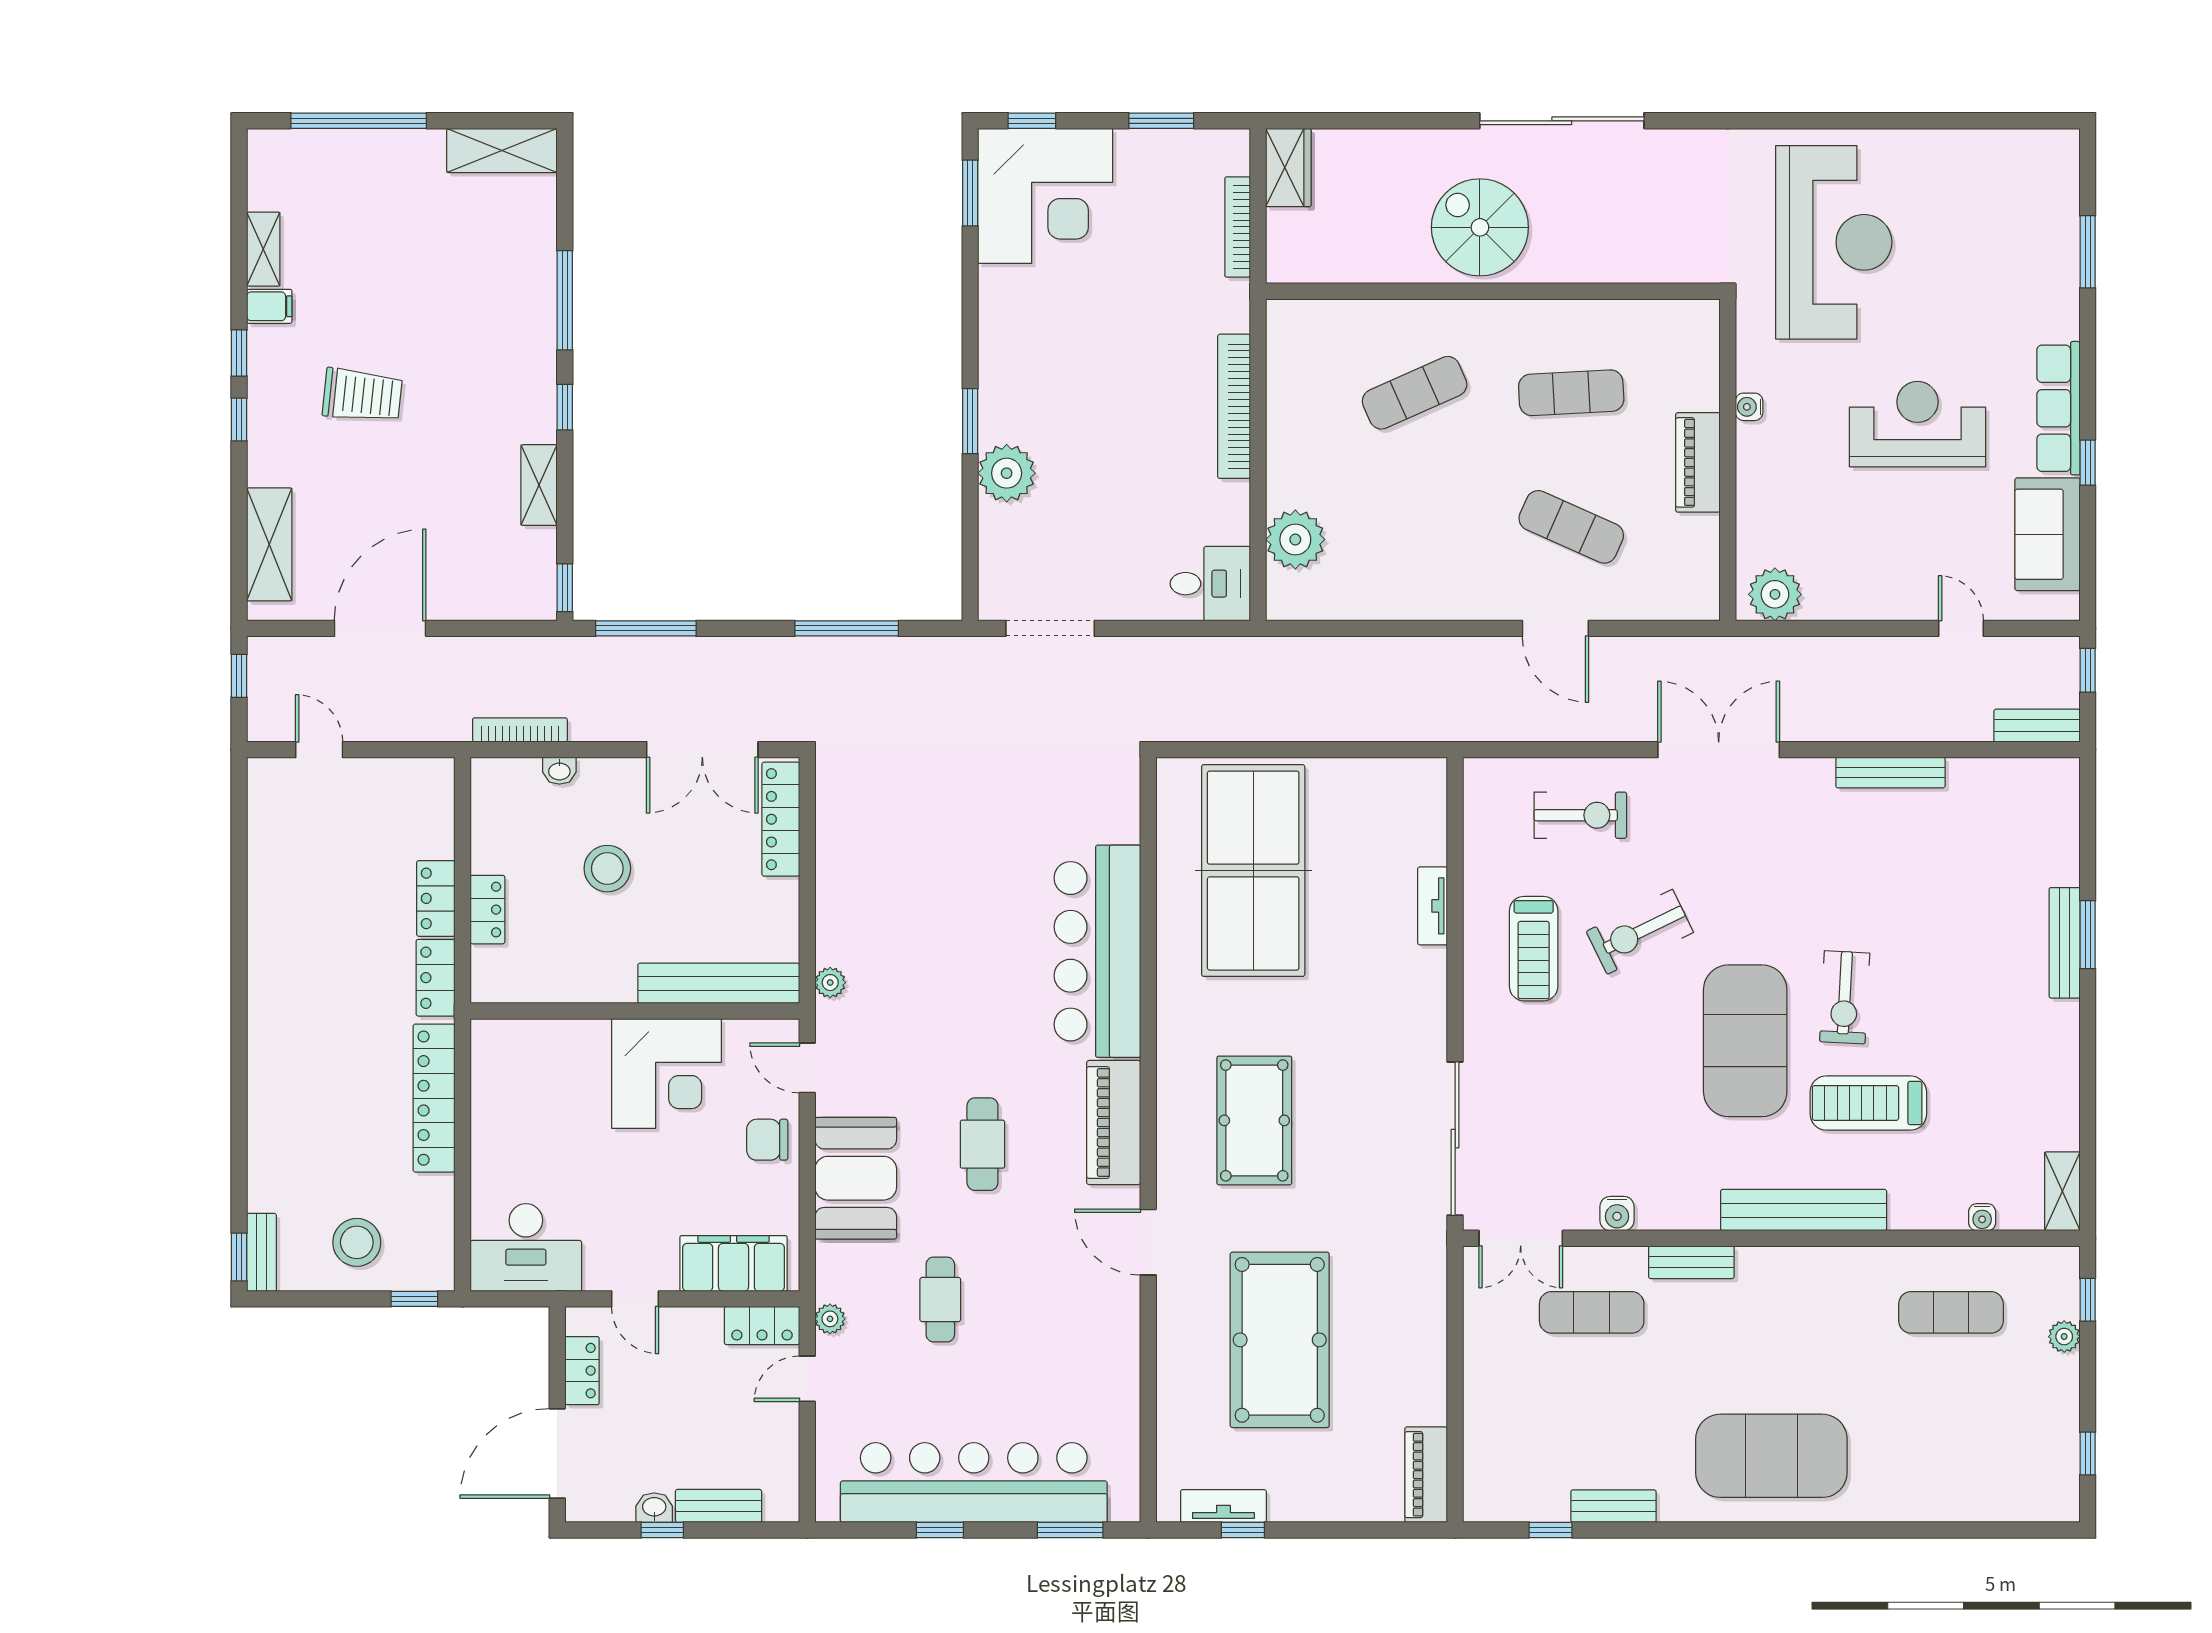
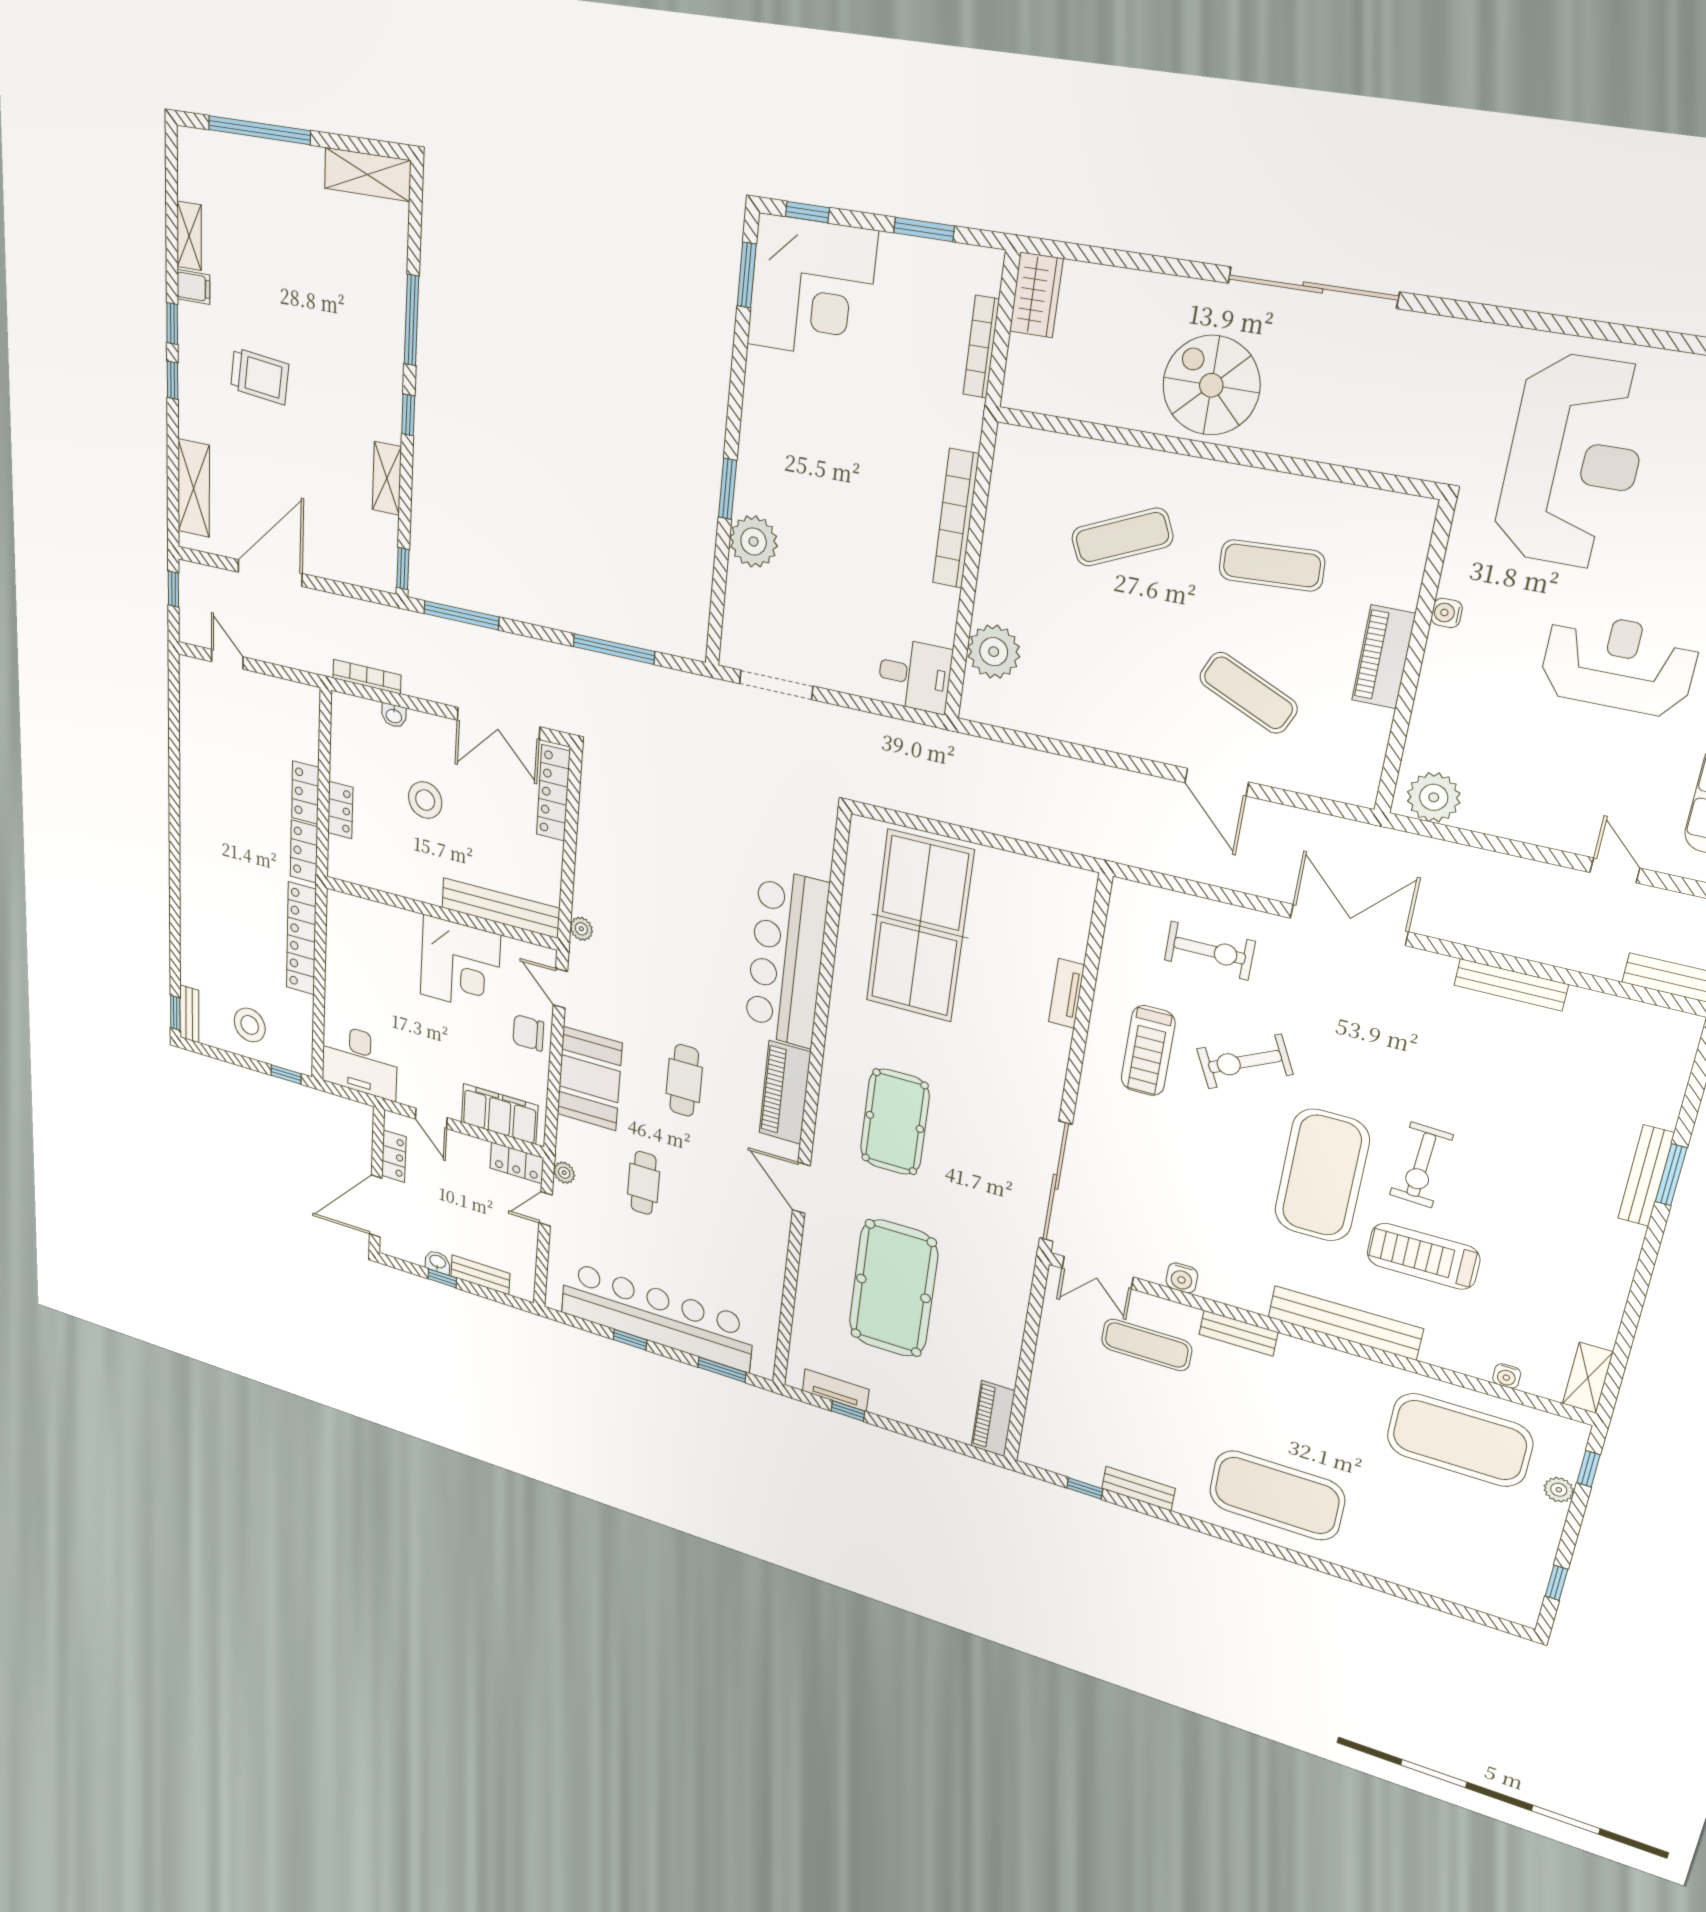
exercise mat: (1951, 1312) -> (1459, 1440), width x2.00, depth x1.45

